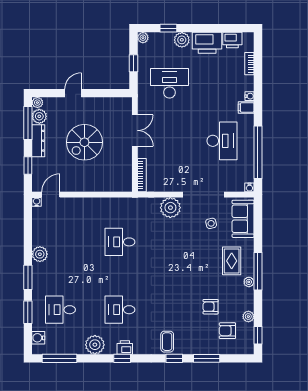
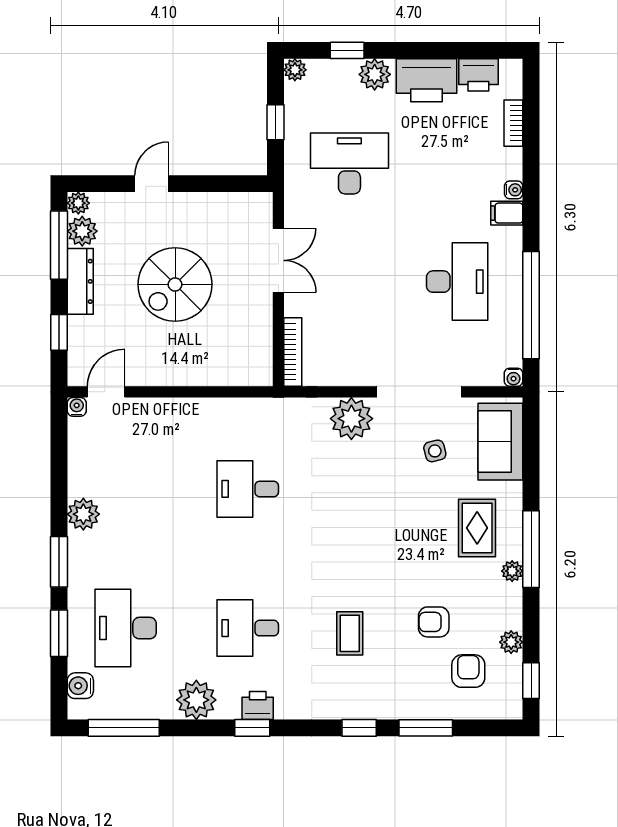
desk: (60, 310) -> (126, 628), width x1.37
armchair: (227, 331) -> (468, 671), turned 90
coffee table: (167, 342) -> (350, 633), moved

